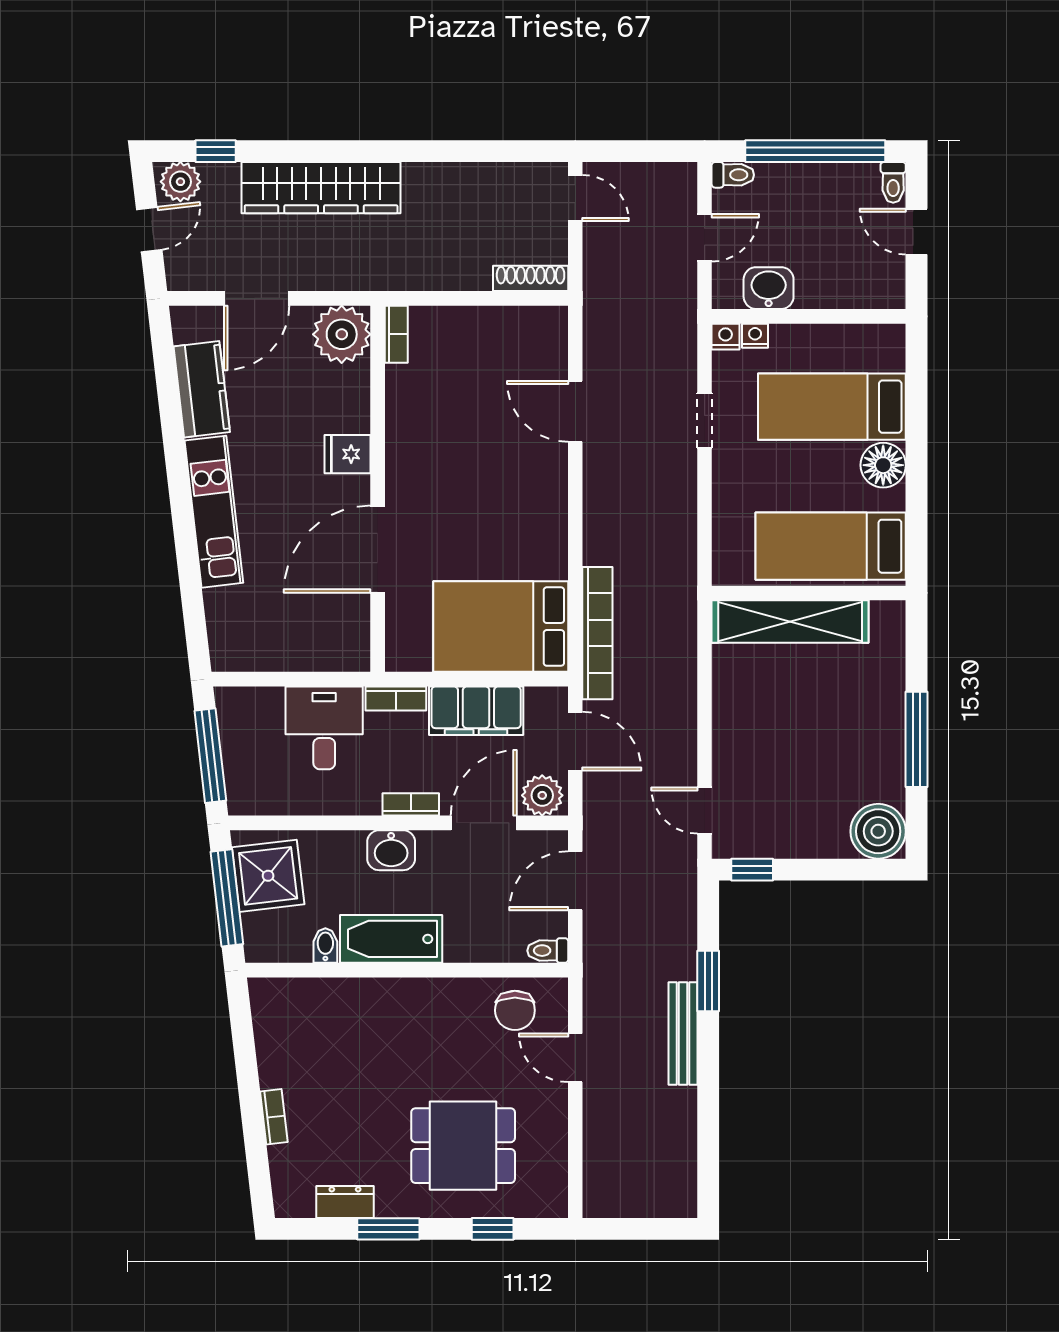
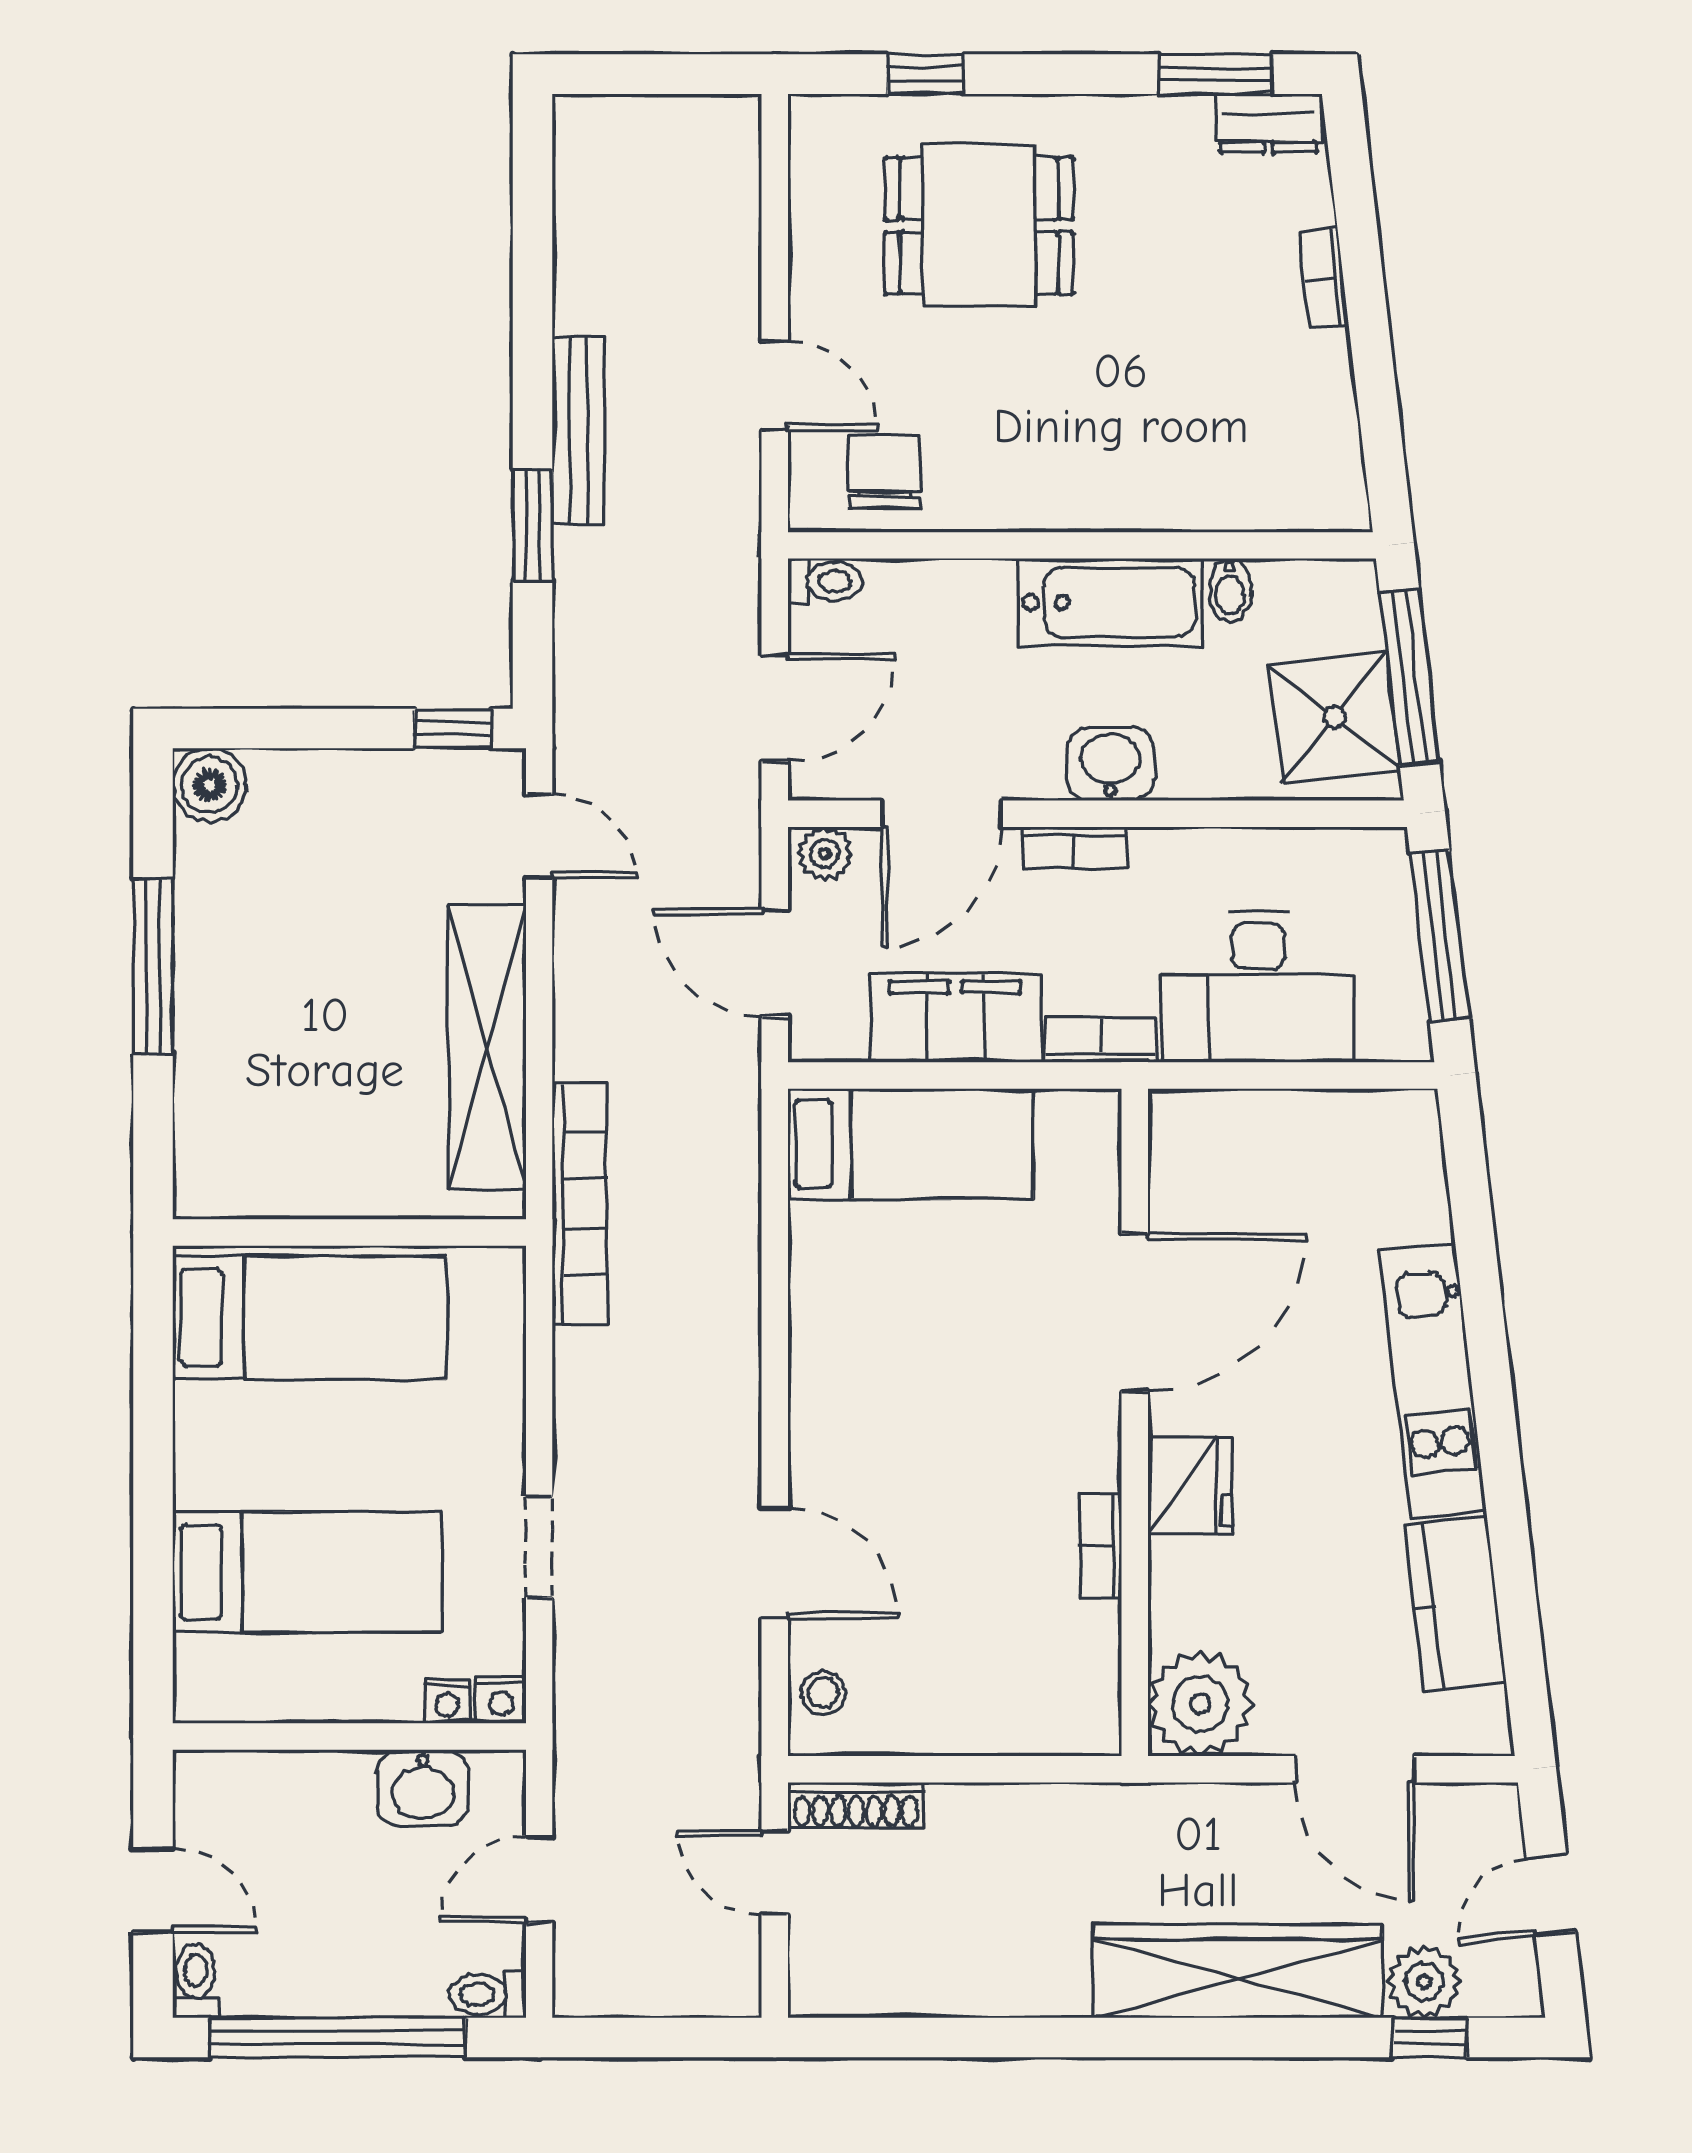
plant: (180, 182) -> (1424, 1982), moved
door: (575, 198) -> (775, 1873), moved
door: (257, 298) -> (1355, 1769), swing flipped
bookcase: (396, 334) -> (1101, 1546), moved
stool: (549, 340) -> (823, 1693), added
fridge: (347, 454) -> (1190, 1486), width x1.38
floor lamp: (883, 465) -> (214, 1465), removed
shelving: (790, 621) -> (487, 1047), moved, turned 90
bed: (501, 627) -> (911, 1144), width x0.67
bookcase: (597, 633) -> (580, 1204), moved, turned 180
desk: (324, 728) -> (1258, 987), width x1.37
plant: (542, 795) -> (825, 854), width x0.73, depth x0.73
boiler: (878, 831) -> (209, 785), width x0.73, depth x0.73
dresser: (345, 1202) -> (1268, 123), moved
window: (388, 1229) -> (1216, 74), moved

